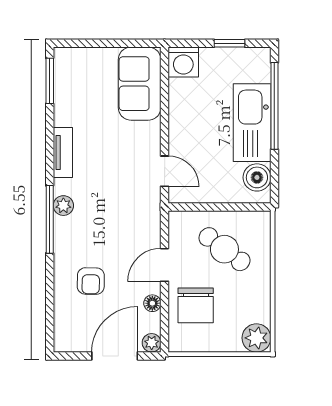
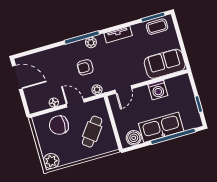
washing machine: (183, 62) -> (158, 90), moved, turned -90
coffee table: (69, 78) -> (157, 27), added
armchair: (91, 281) -> (85, 67), moved
plant: (152, 343) -> (97, 90), moved
door: (115, 356) -> (17, 77), moved

